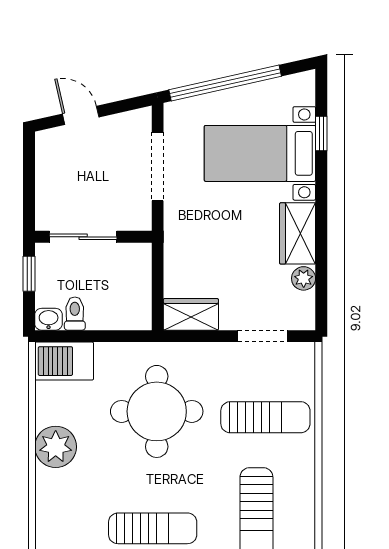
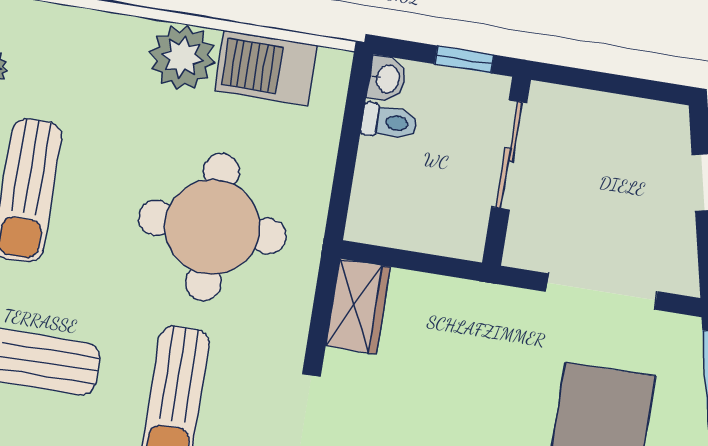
barbecue: (64, 361) -> (266, 68), moved, turned -90

